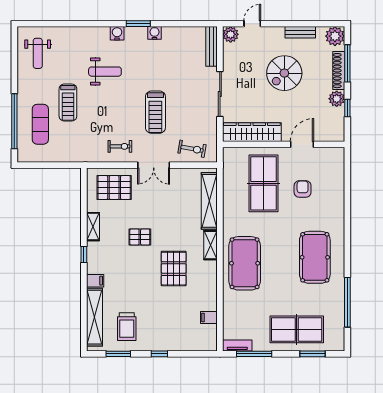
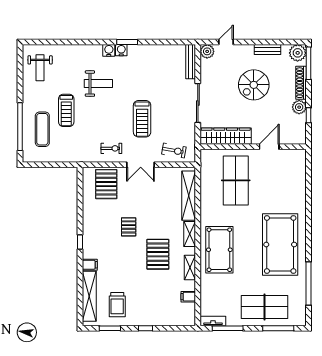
water cooler: (154, 33) -> (121, 50), moved
window: (347, 63) -> (308, 63), moved
pallet: (114, 187) -> (106, 184), turned 90
armchair: (303, 189) -> (270, 185), removed
shelving: (93, 227) -> (190, 267), moved
pallet: (140, 237) -> (129, 227), turned 90
pool table: (315, 257) -> (280, 245), width x1.36, depth x1.32
window: (313, 354) -> (278, 328), width x1.44

